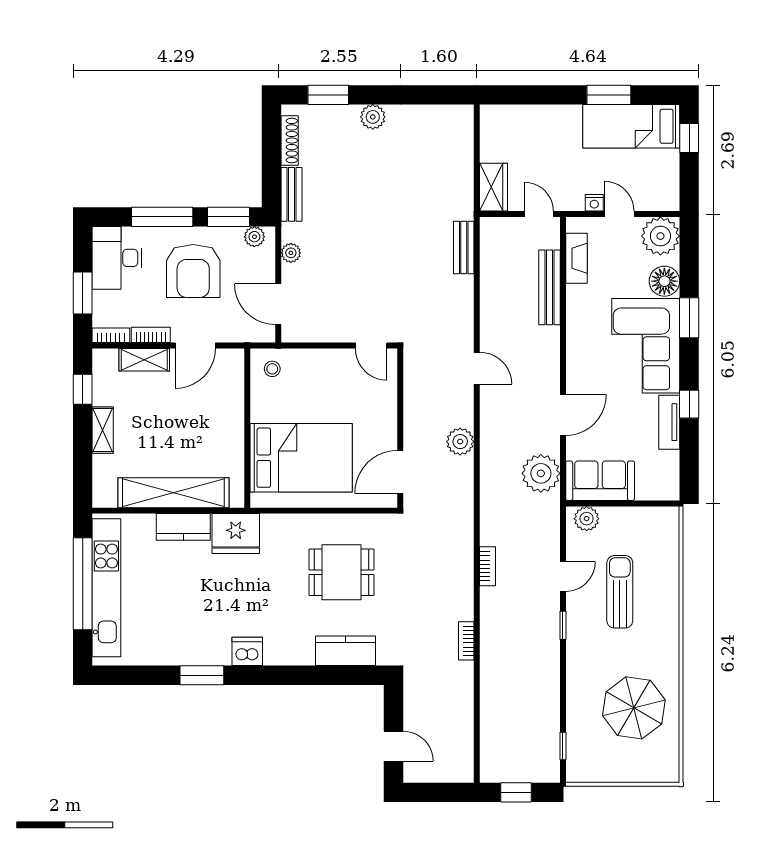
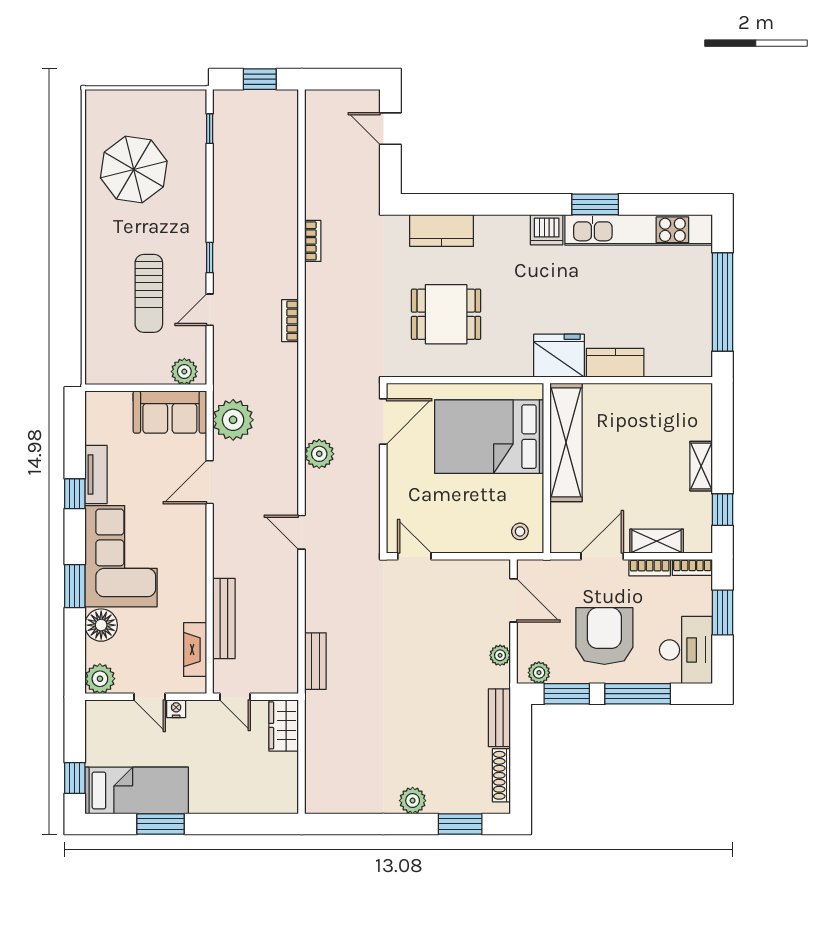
plant: (660, 236) -> (100, 679), width x0.73, depth x0.73
shelving: (173, 493) -> (566, 442), moved, turned 90
kitchen unit: (106, 588) -> (639, 230), moved, turned -90

